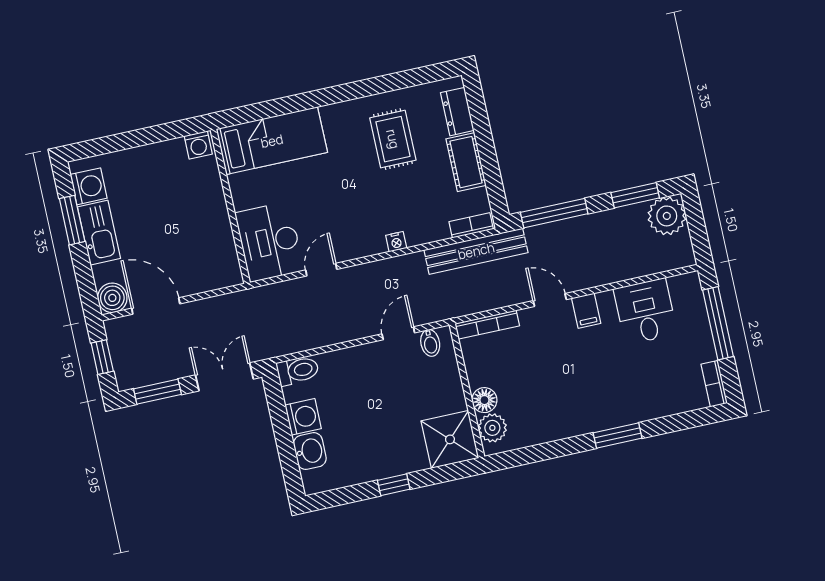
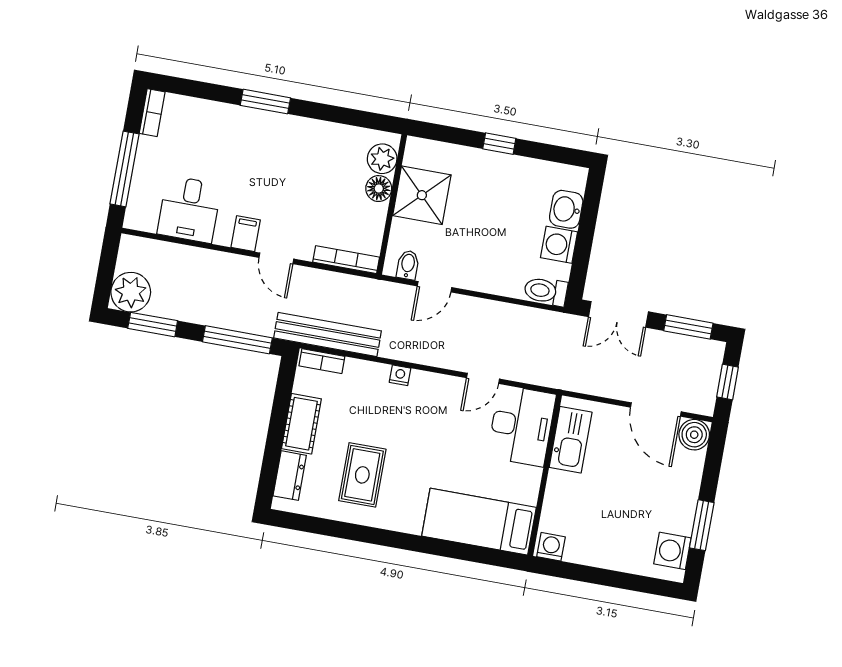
kitchen sink: (99, 233) -> (571, 440), moved, turned 180
shower: (450, 439) -> (422, 195), moved

